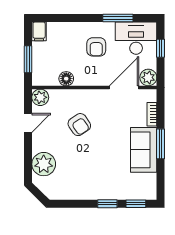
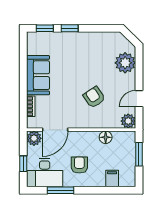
filing cabinet: (39, 31) -> (112, 178), moved
window: (161, 144) -> (23, 80), removed

